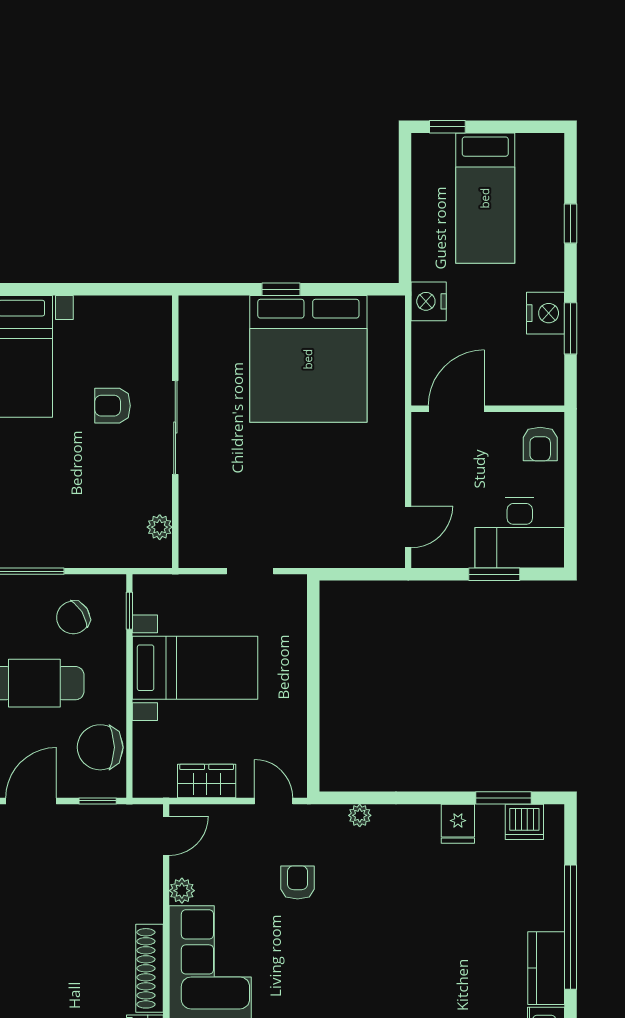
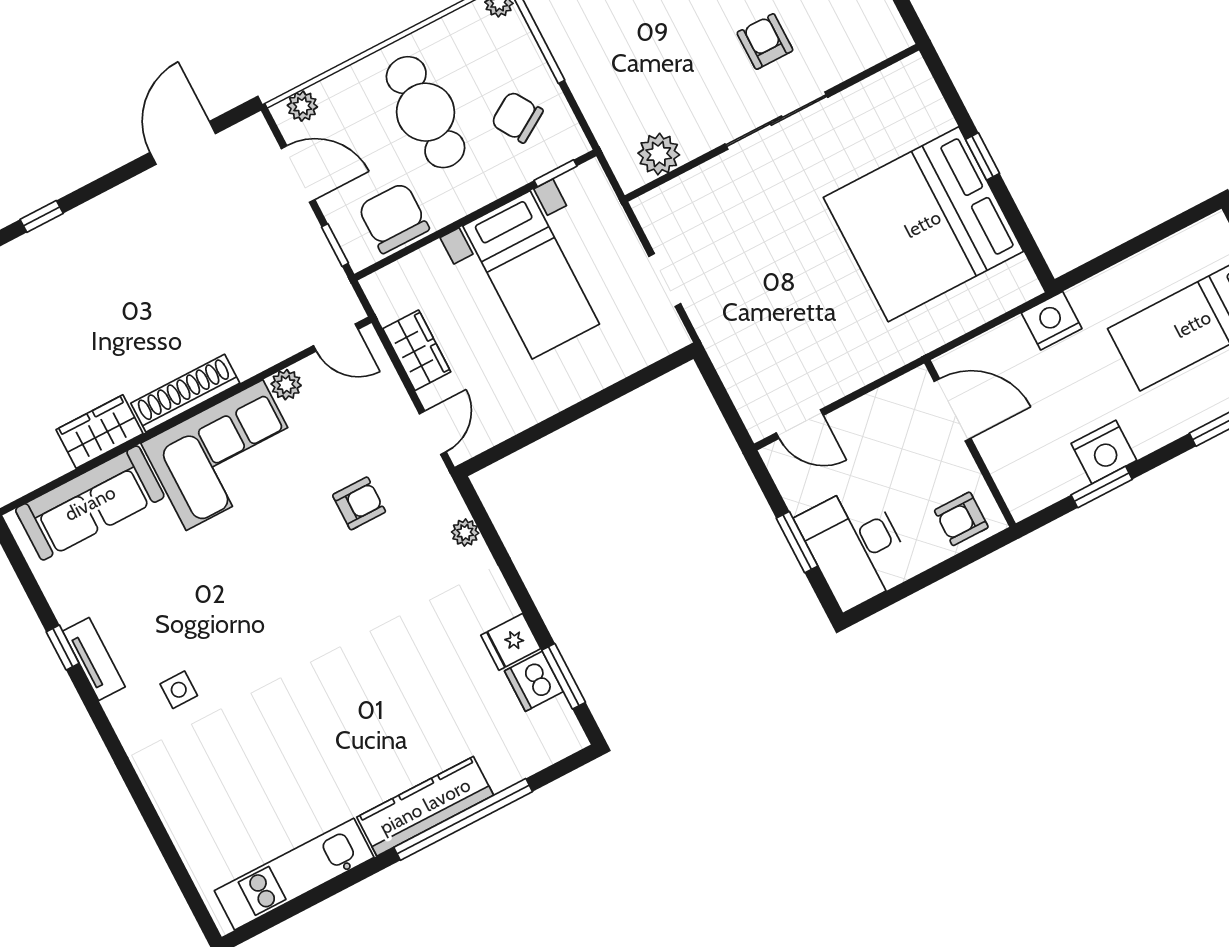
plant: (160, 527) -> (659, 154), width x1.38, depth x1.38
dishwasher: (524, 822) -> (534, 681), moved
kitchen counter: (546, 968) -> (425, 806), width x1.50

